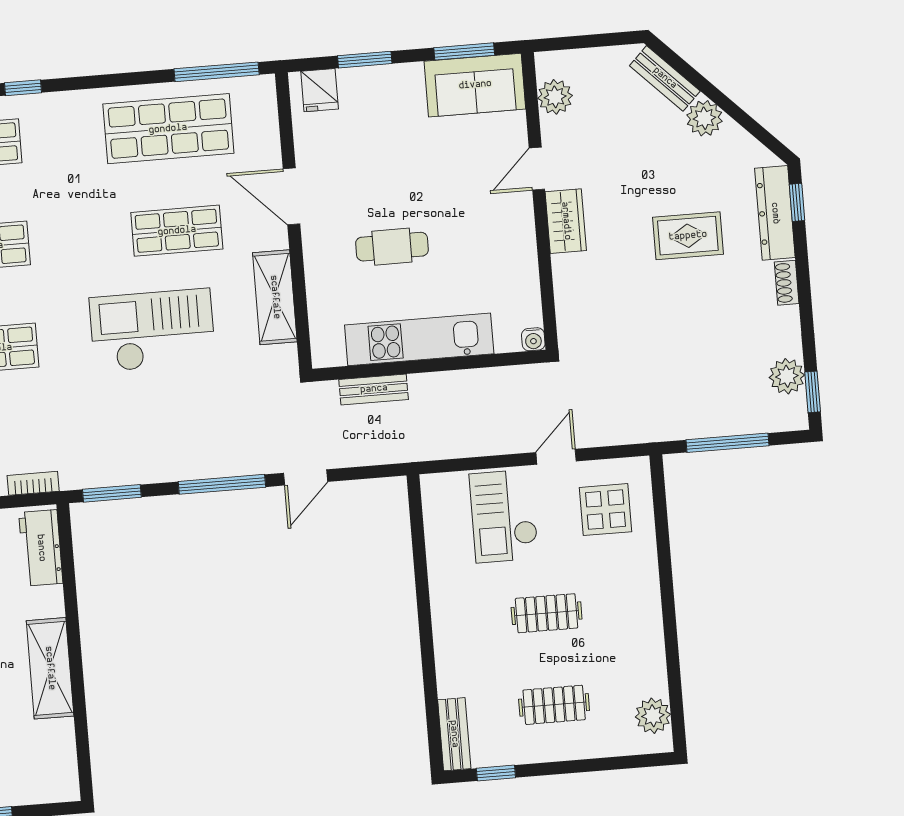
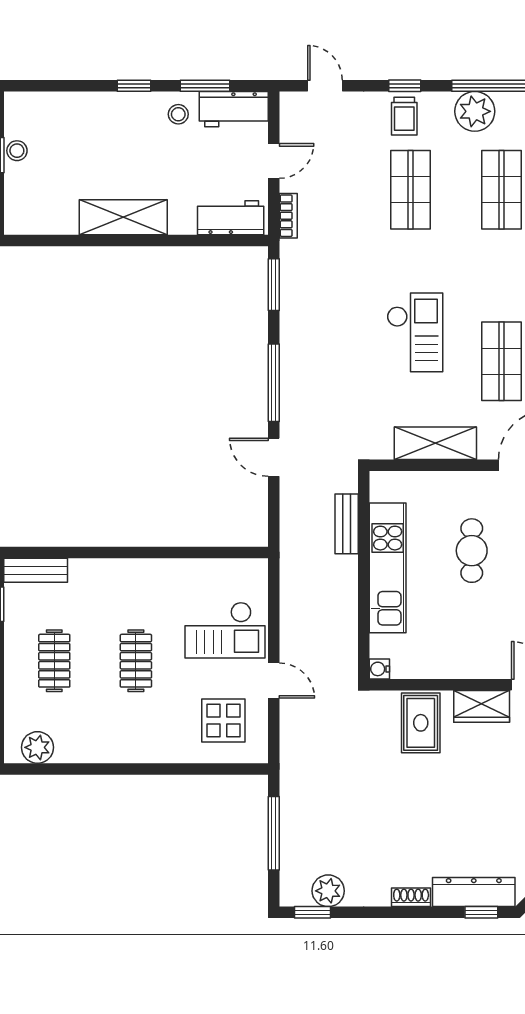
rug: (688, 236) -> (421, 723), moved
checkout: (152, 330) -> (415, 332), width x0.73, depth x0.83
checkout: (504, 516) -> (225, 630), turned 180

